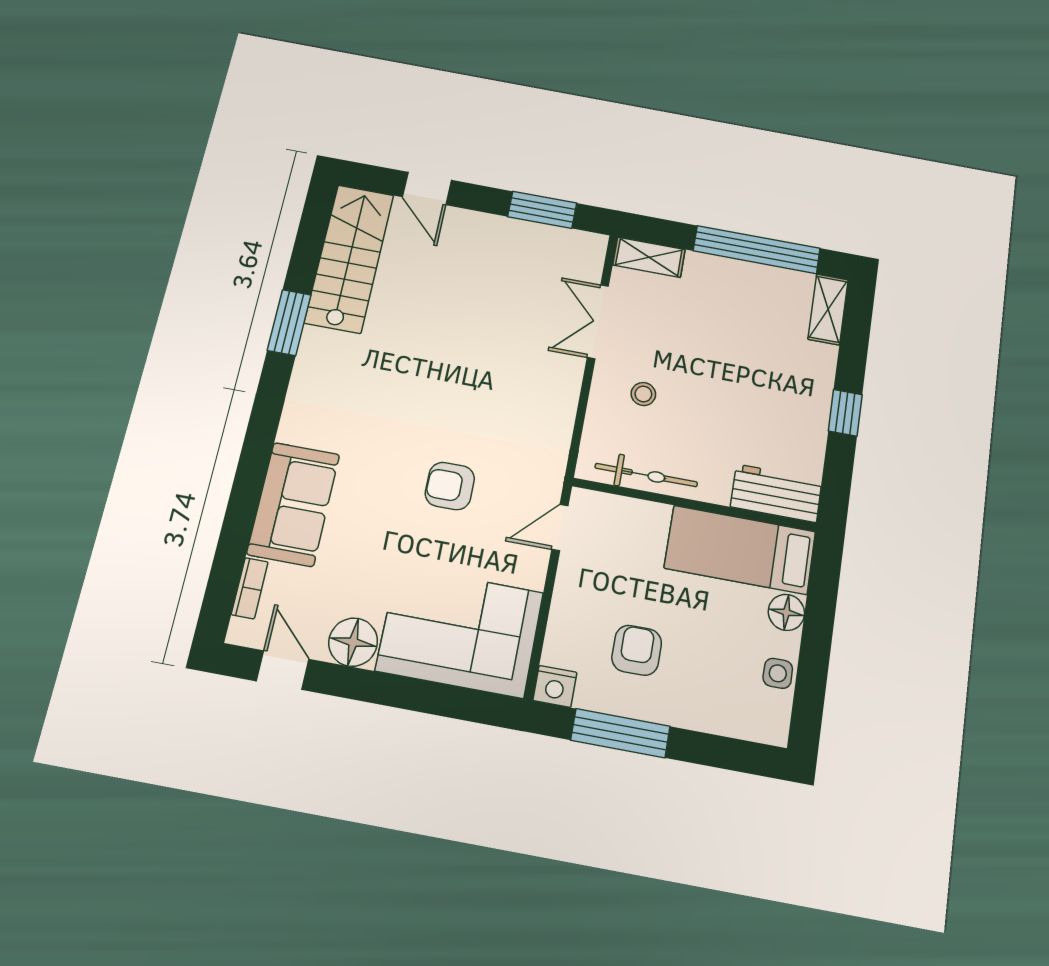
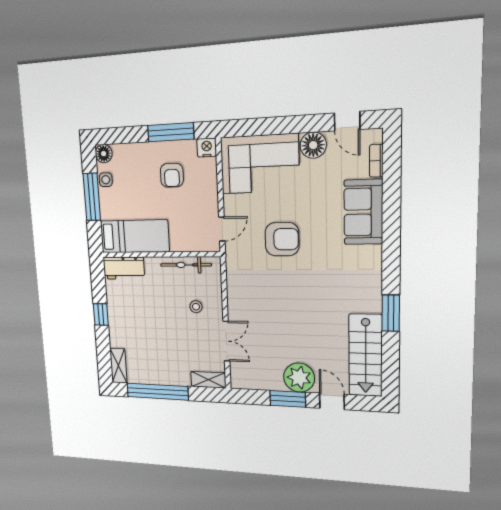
window: (542, 210) -> (288, 399), moved
plant: (476, 237) -> (299, 378), added
armchair: (450, 486) -> (282, 239), width x1.38, depth x1.38
floor lamp: (786, 612) -> (104, 154), moved
window: (816, 646) -> (92, 197), added

